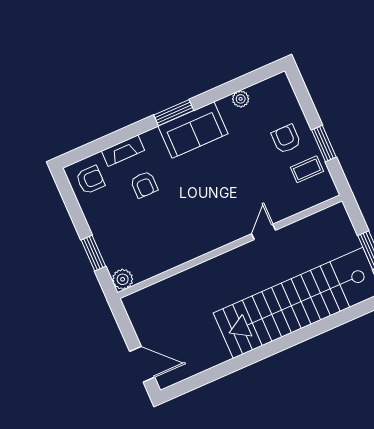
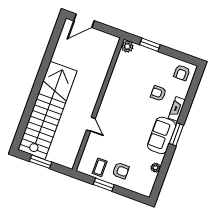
fireplace: (123, 151) -> (177, 109), moved

